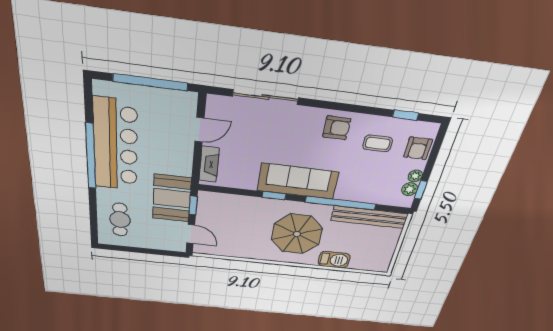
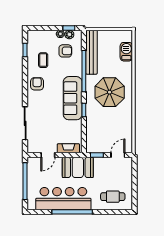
door: (199, 130) -> (48, 155), swing flipped
armchair: (418, 148) -> (65, 51), moved
booth: (172, 198) -> (78, 167), moved
barbecue: (334, 260) -> (126, 52), moved

